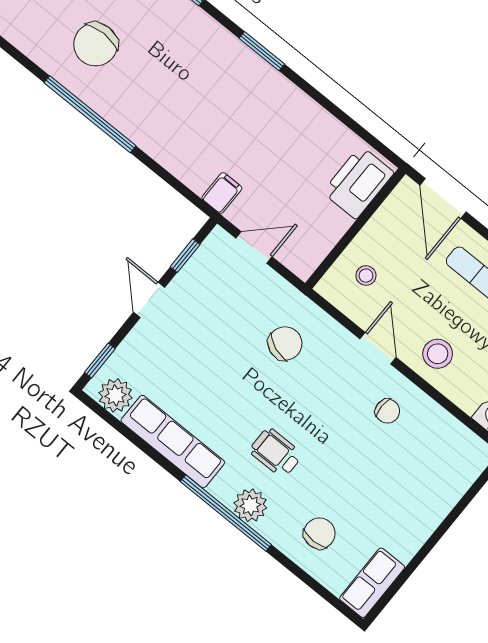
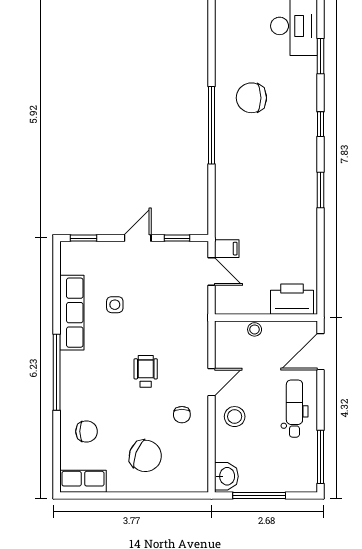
filing cabinet: (222, 193) -> (227, 249), moved
stool: (366, 276) -> (255, 329), moved
chair: (285, 344) -> (145, 456), moved, width x1.37, depth x1.37
side table: (203, 386) -> (115, 305), added
plant: (115, 395) -> (72, 262), removed
wheelchair: (276, 453) -> (146, 371), moved
plant: (250, 505) -> (71, 382), removed

